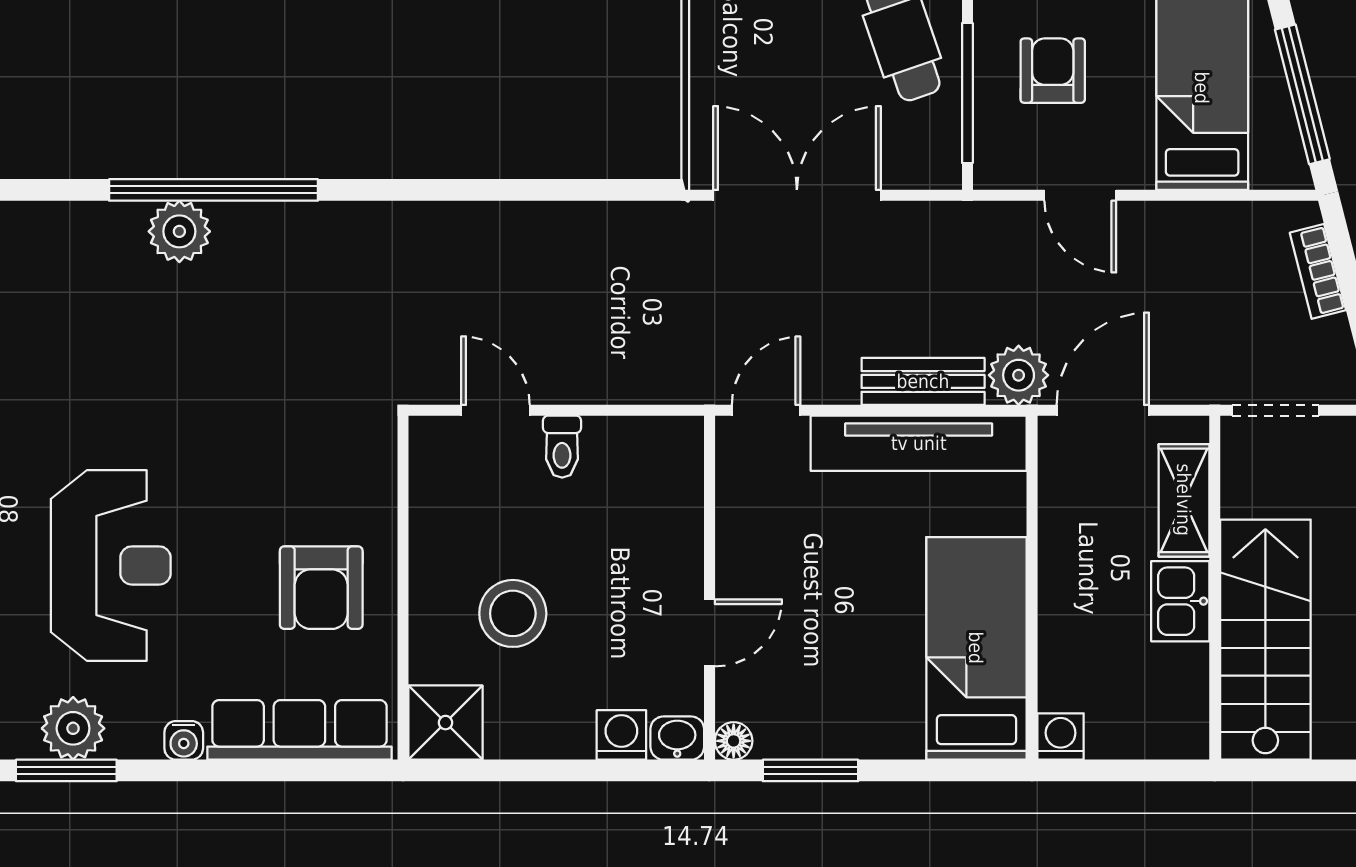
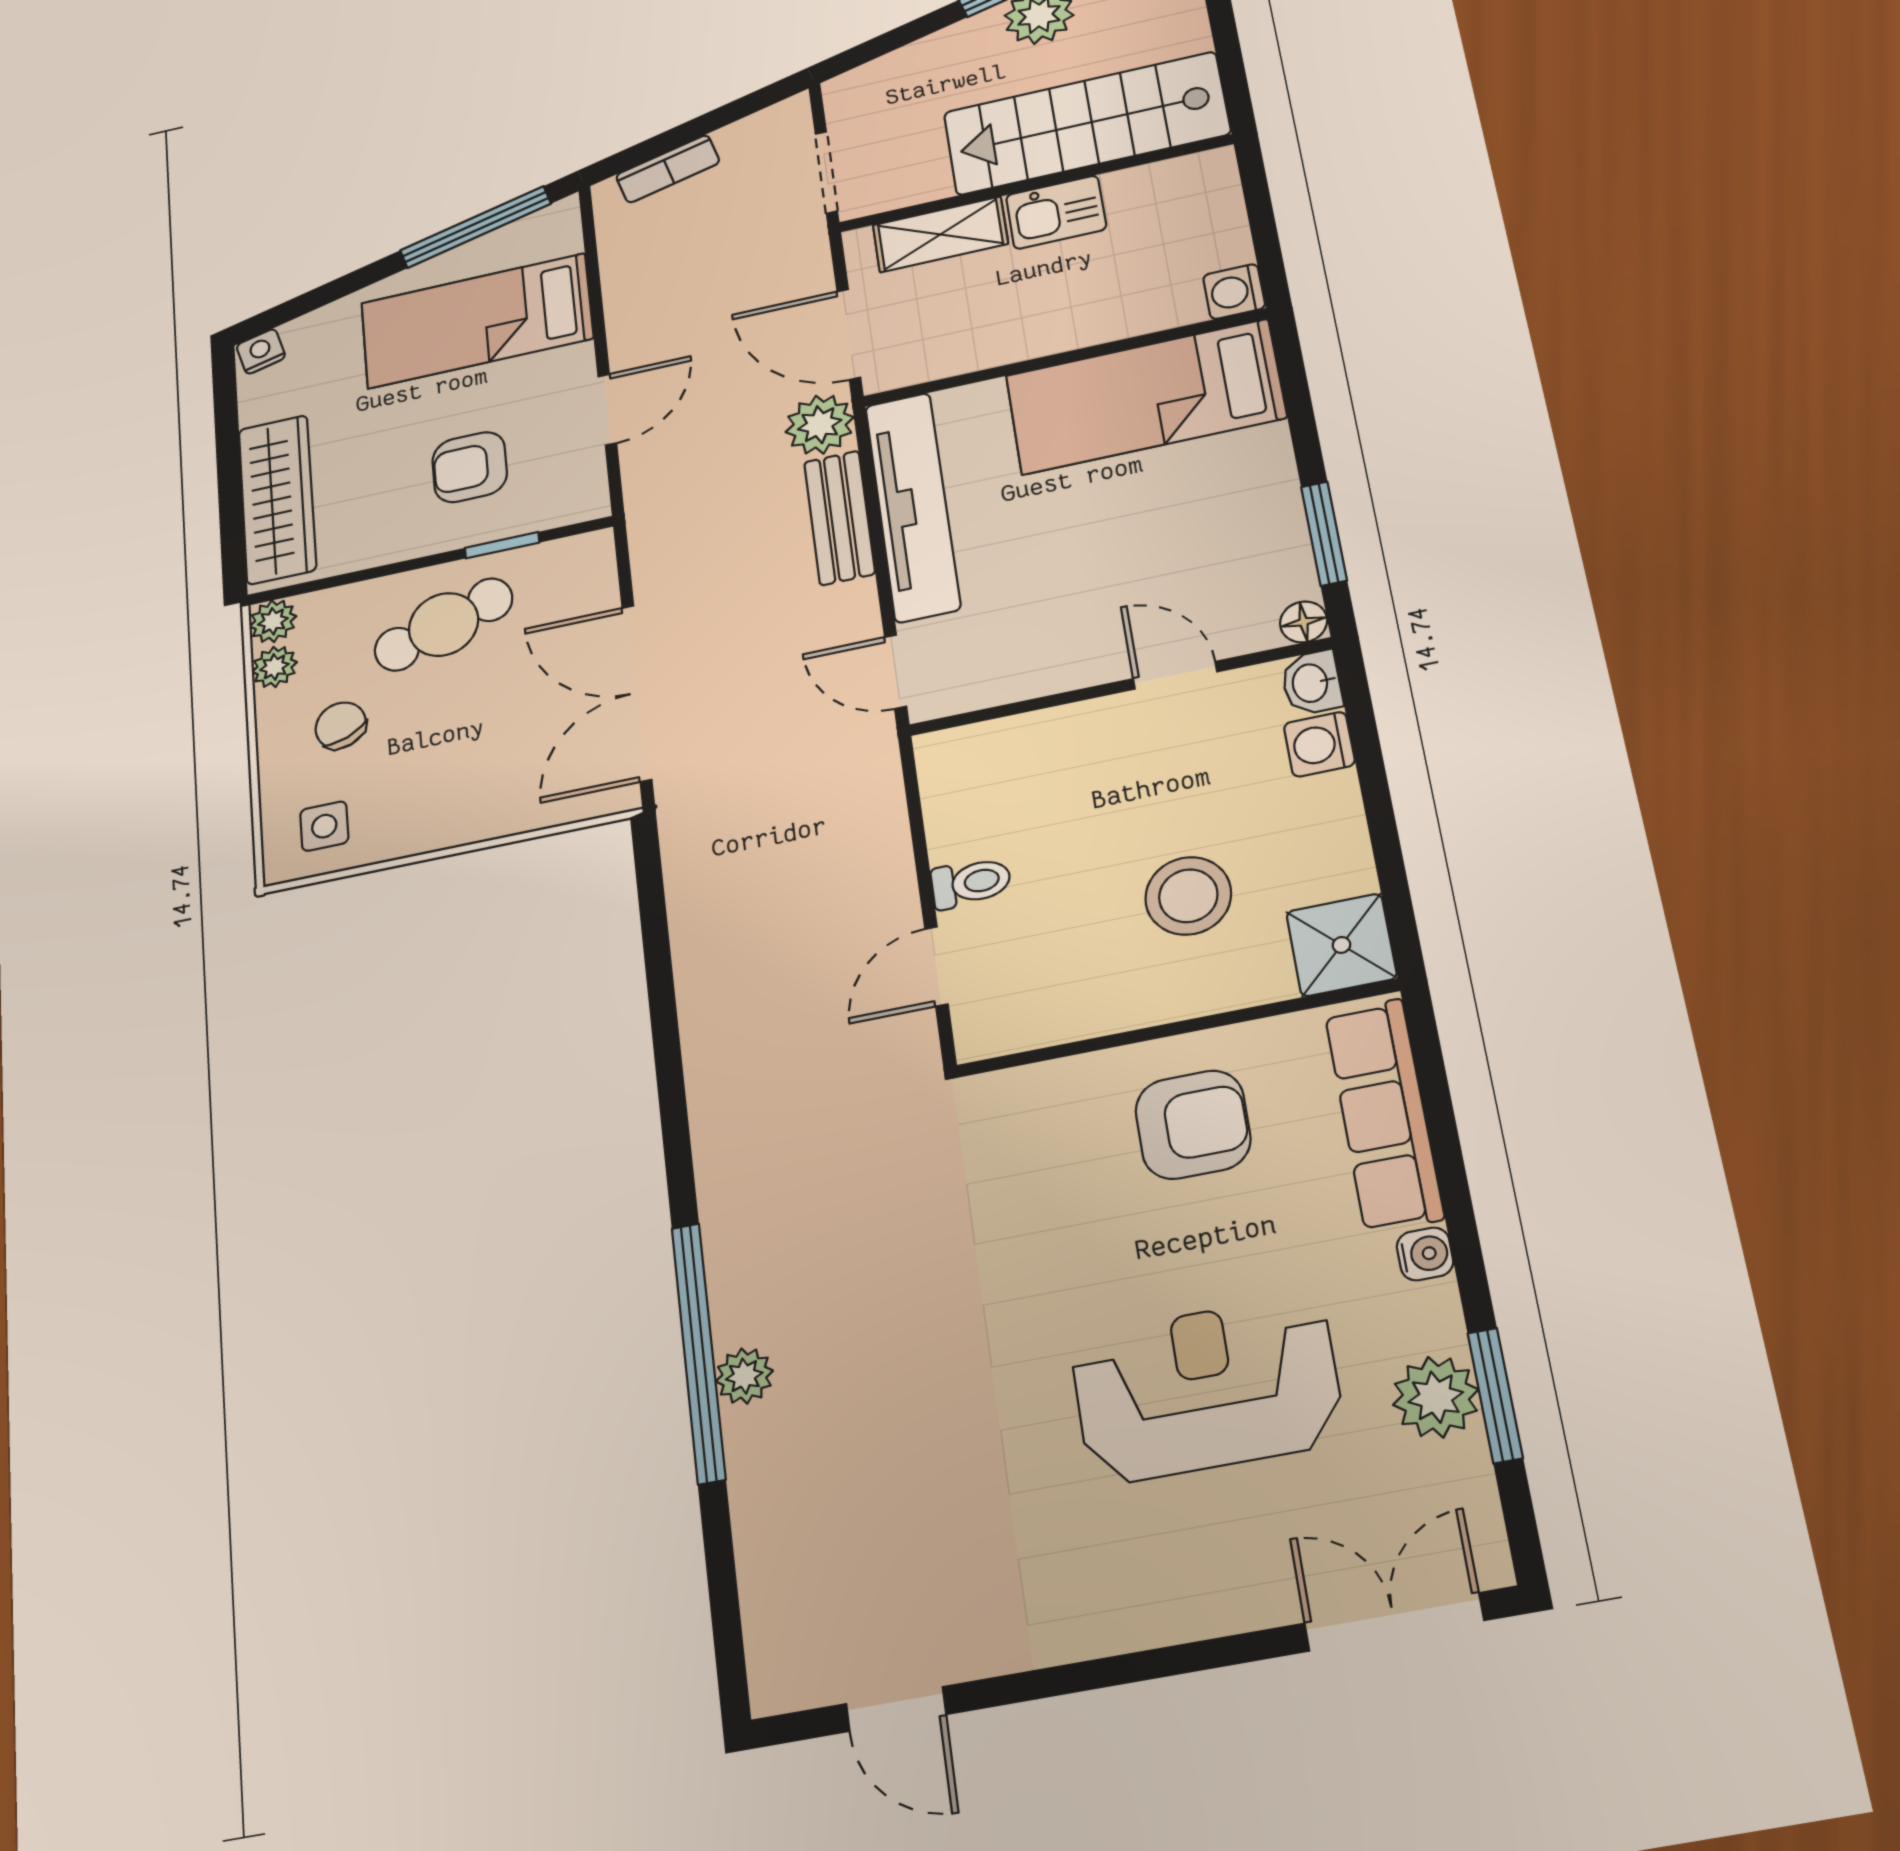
window: (967, 93) -> (502, 545), width x0.46
plant: (179, 231) -> (744, 1376), width x0.73, depth x0.73

